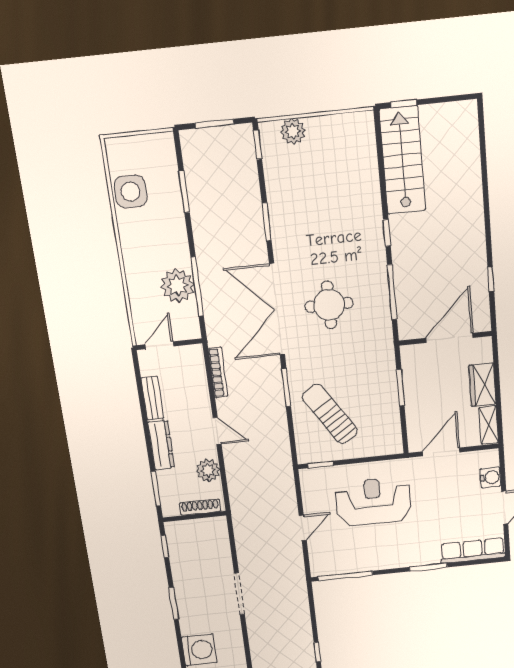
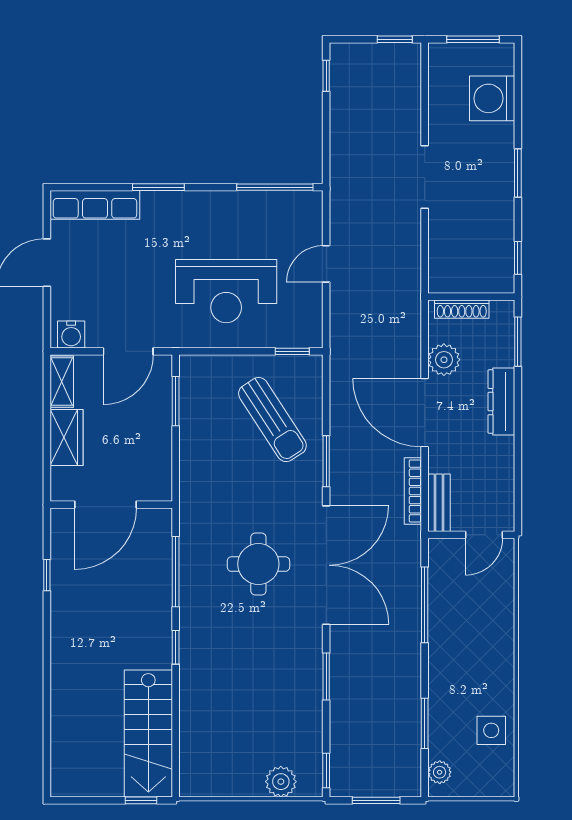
side table: (131, 192) -> (491, 730), width x0.73, depth x0.73
plant: (177, 286) -> (440, 772), moved, width x0.53, depth x0.53
window: (400, 388) -> (176, 401), moved
bench: (152, 398) -> (439, 503), moved
door: (217, 431) -> (425, 413), width x1.88
water cooler: (491, 477) -> (71, 335), moved, turned -90

